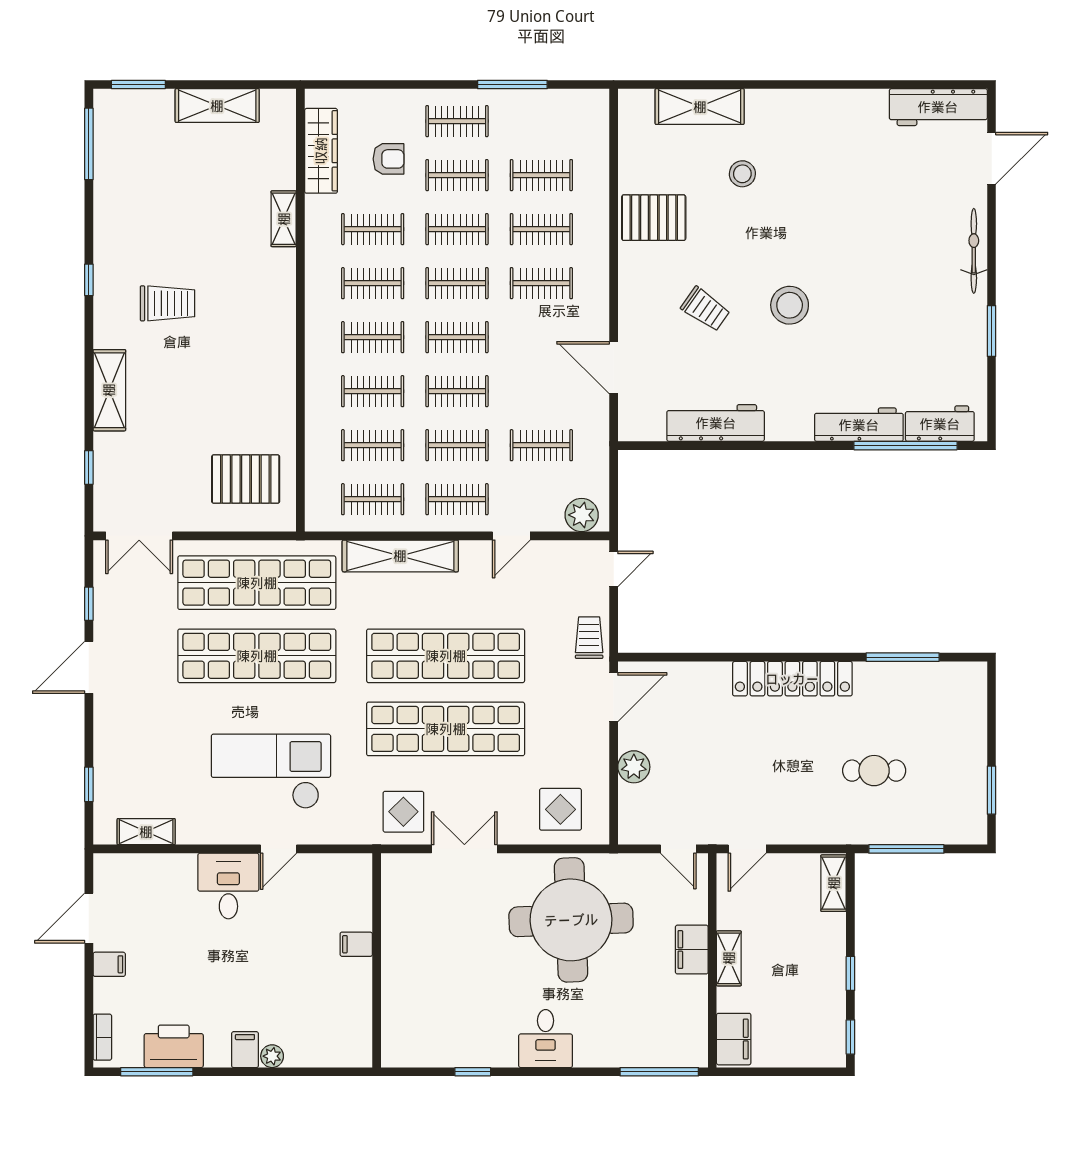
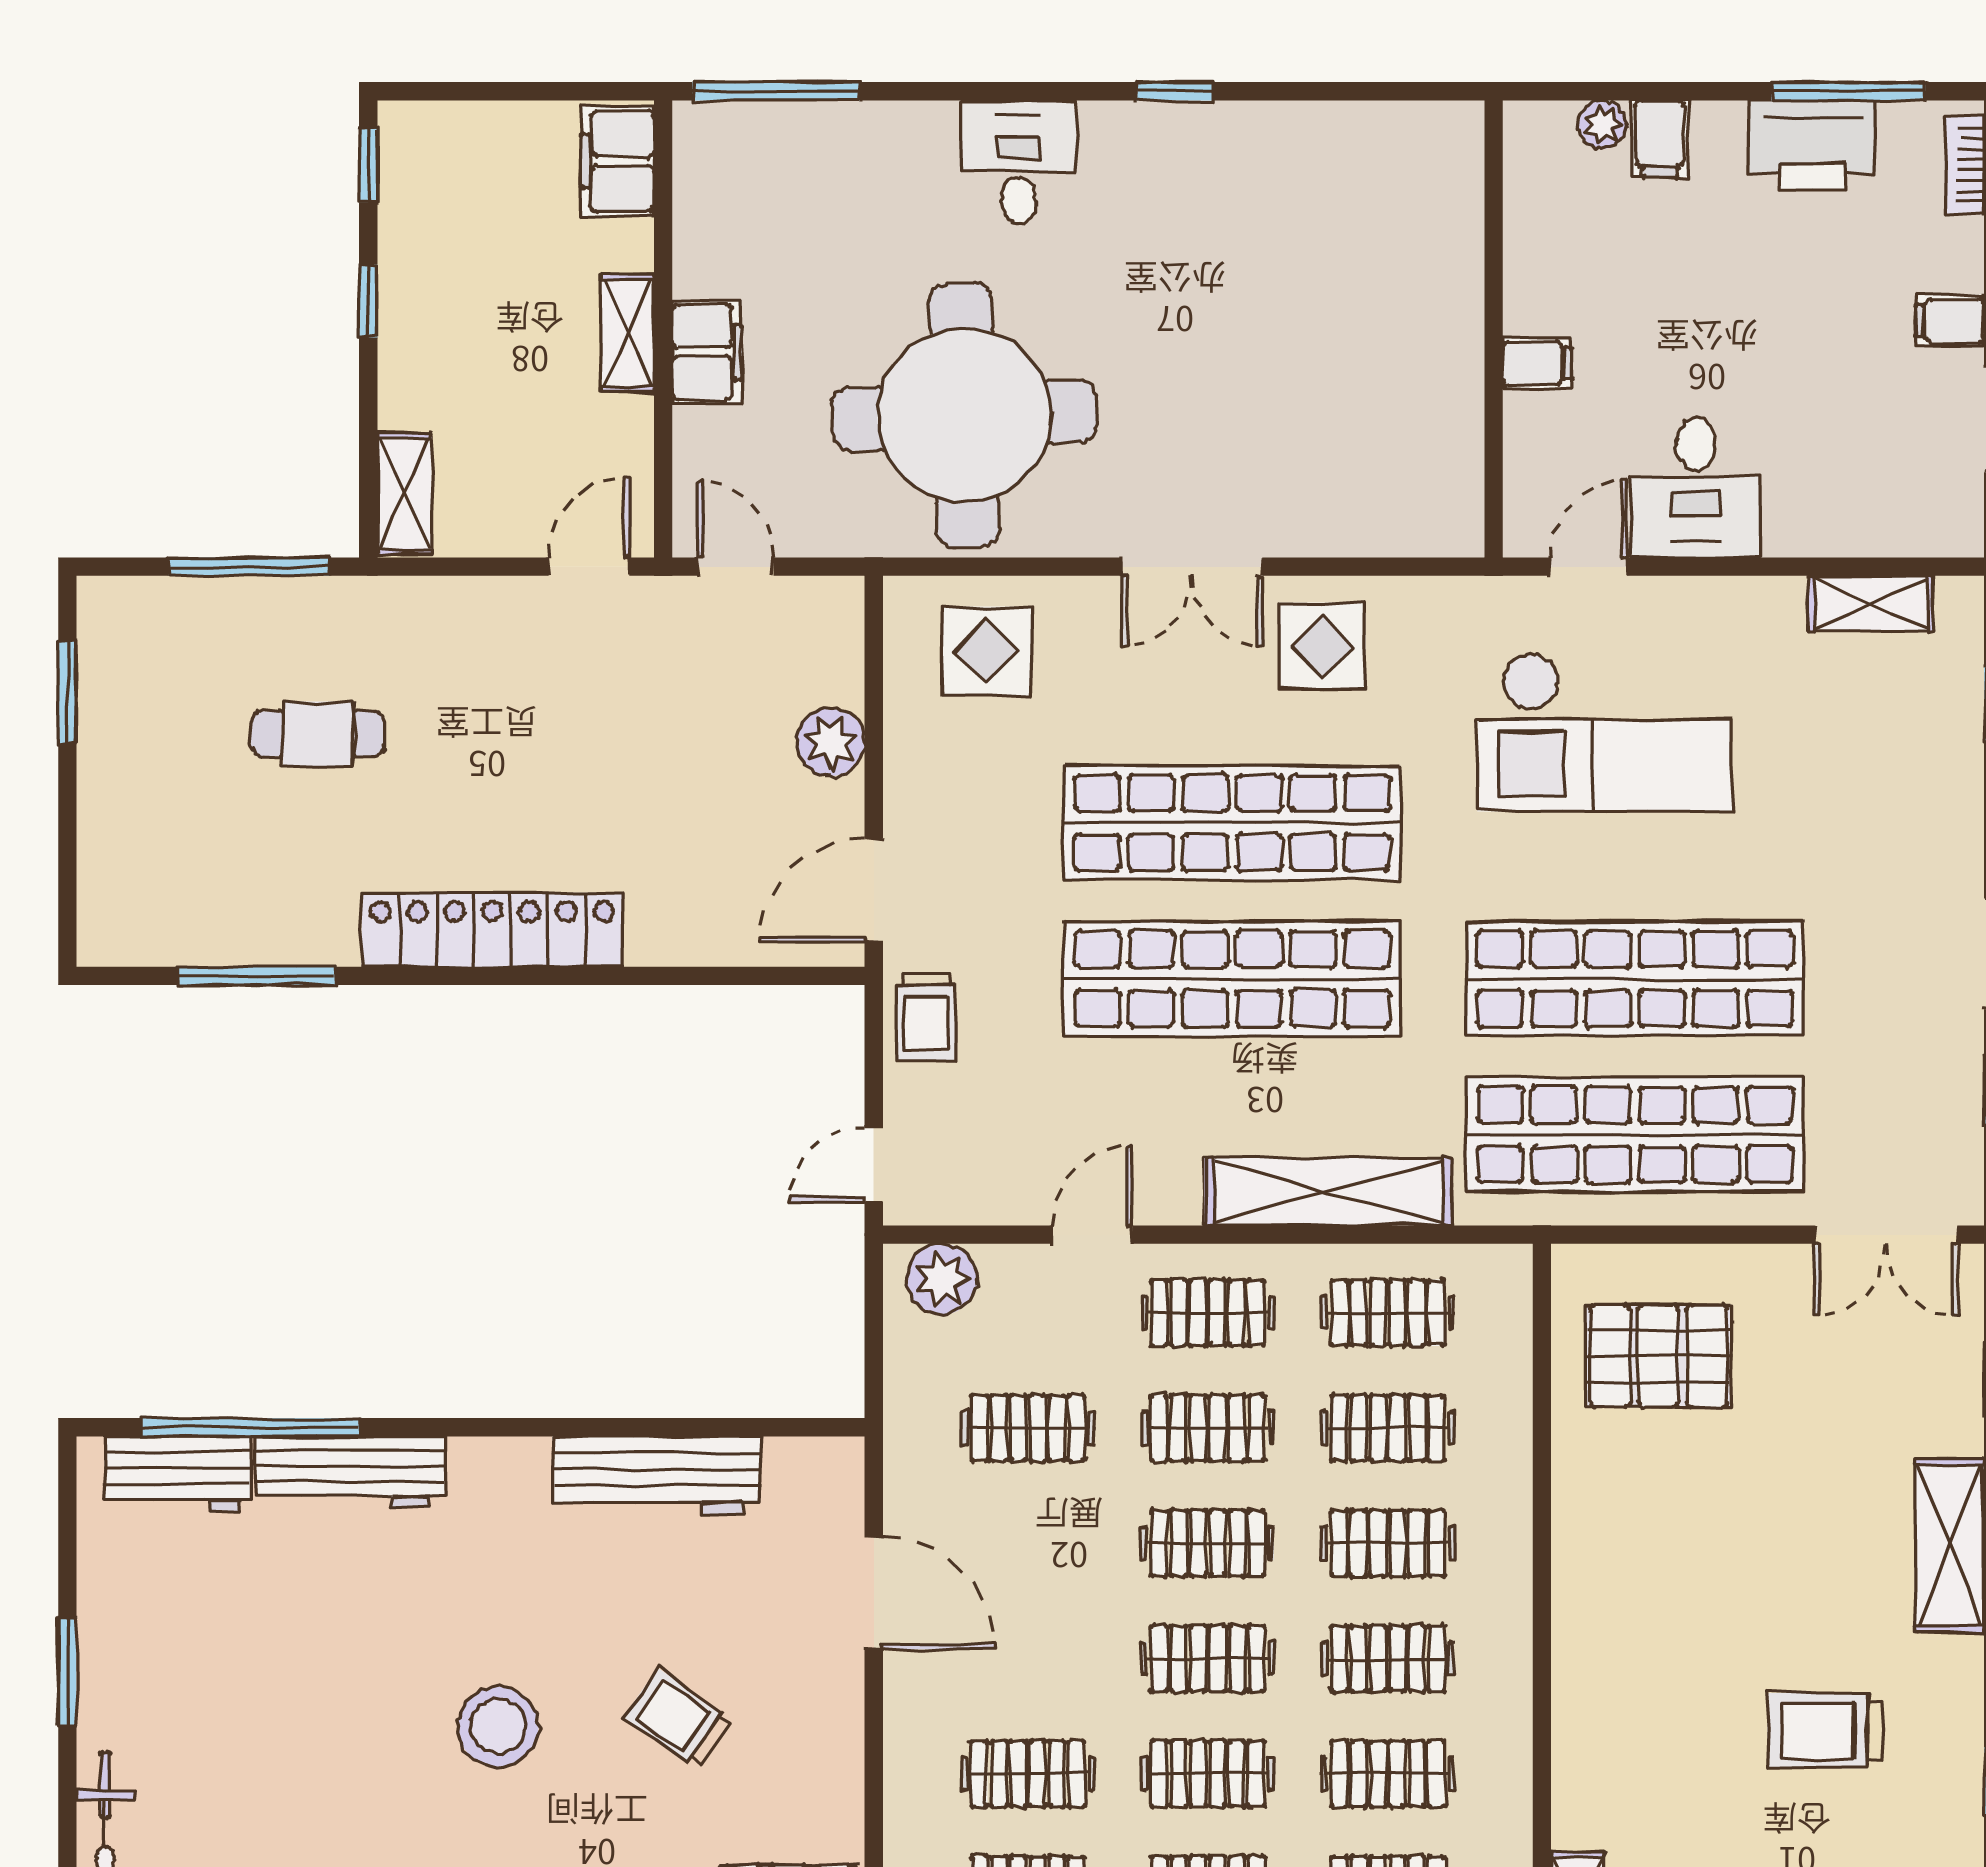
double door: (139, 536) -> (1886, 1235), swing flipped
filing cabinet: (356, 944) -> (1537, 363), moved
wall: (377, 960) -> (1494, 329), moved

